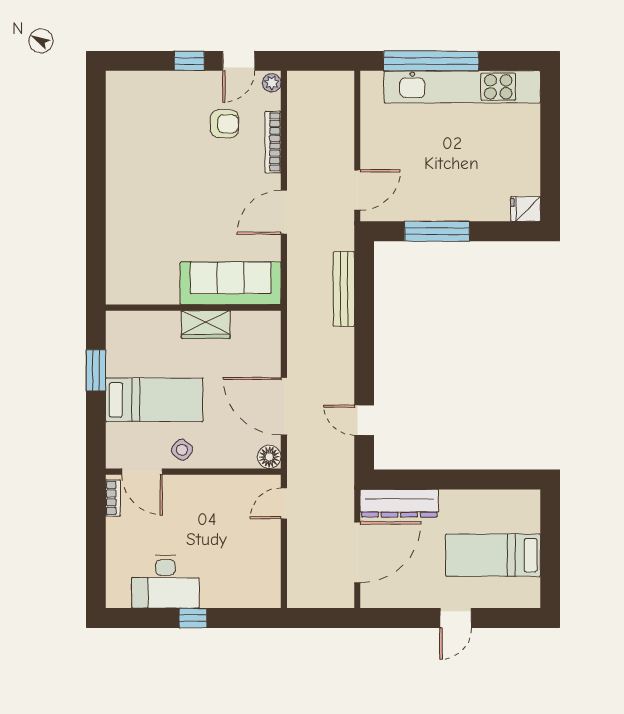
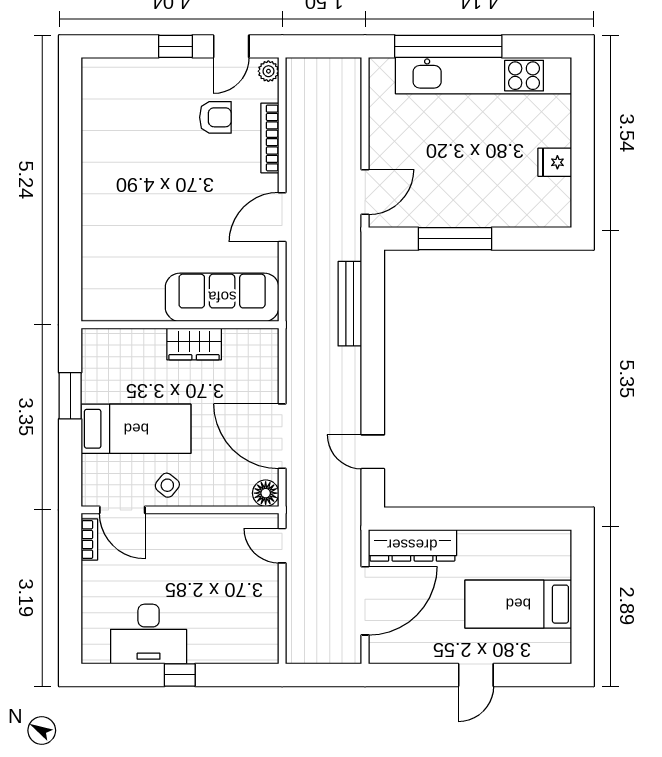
fridge: (525, 209) -> (555, 162), moved
door: (284, 503) -> (282, 546), hinge flipped

